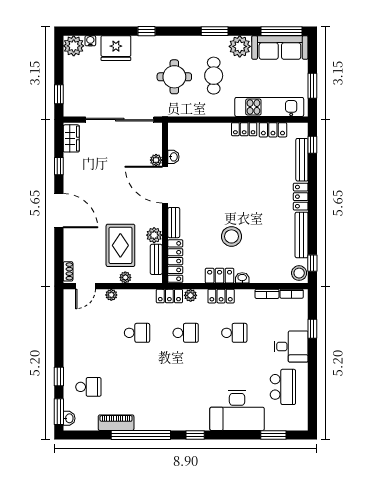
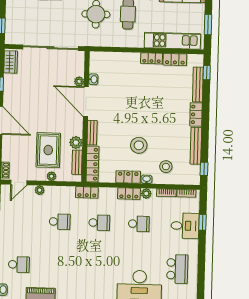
stool: (299, 273) -> (166, 167), moved
plant: (191, 295) -> (146, 194), moved
desk: (291, 347) -> (185, 226), moved

